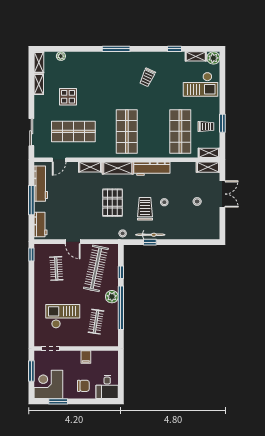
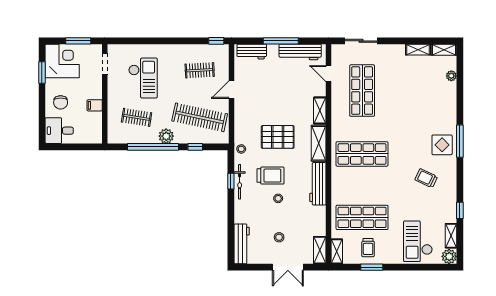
display table: (68, 97) -> (442, 145), moved
workbench: (203, 233) -> (242, 244), added

